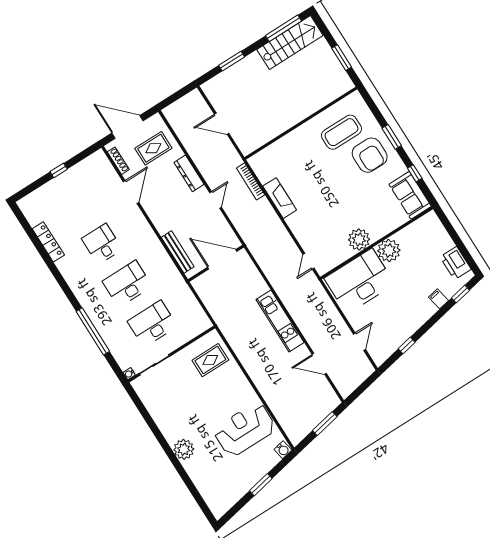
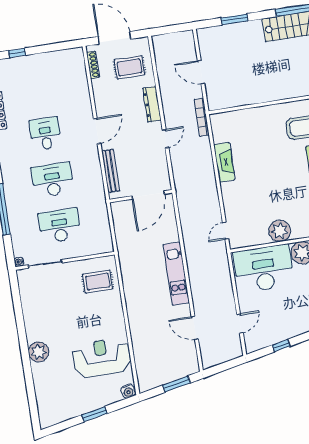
window: (59, 170) -> (17, 53), moved
bookcase: (251, 181) -> (202, 117), moved
door: (131, 192) -> (97, 131), moved
door: (222, 259) -> (148, 195), swing flipped

